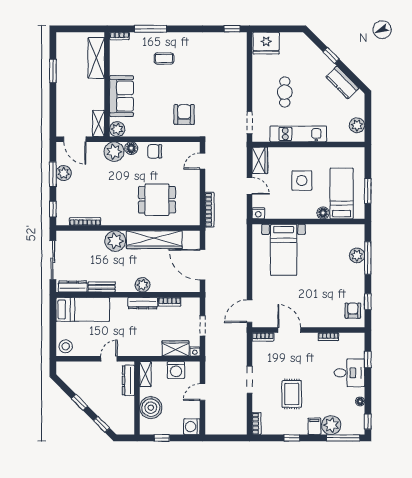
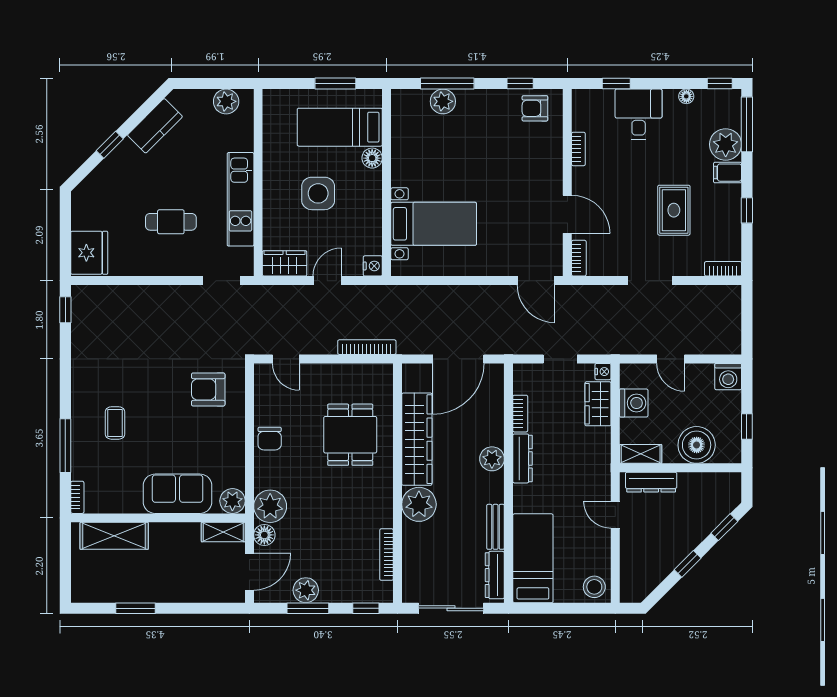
floor lamp: (131, 148) -> (264, 535), moved
door: (289, 330) -> (567, 214), swing flipped
rug: (292, 394) -> (674, 210), turned 90

